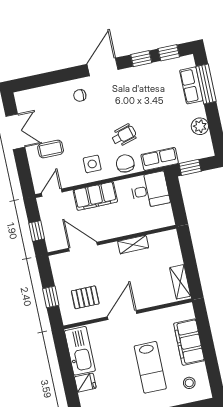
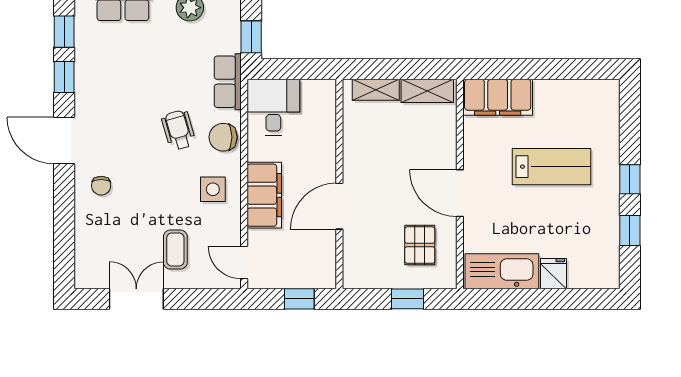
shelving: (133, 245) -> (376, 90), moved, turned 90
door: (83, 247) -> (339, 206), moved
filing cabinet: (189, 342) -> (498, 97), moved
stool: (189, 383) -> (589, 111), removed

